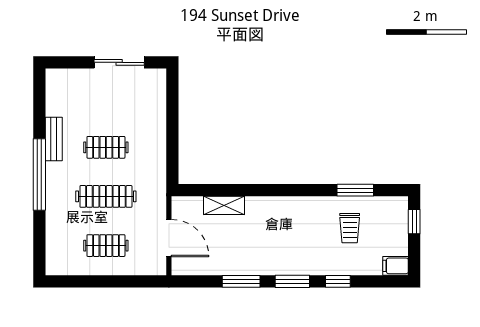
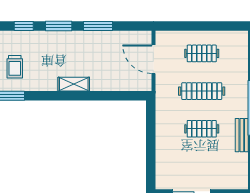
shelving: (224, 205) -> (74, 84), moved
trolley: (350, 228) -> (15, 67), turned 180

